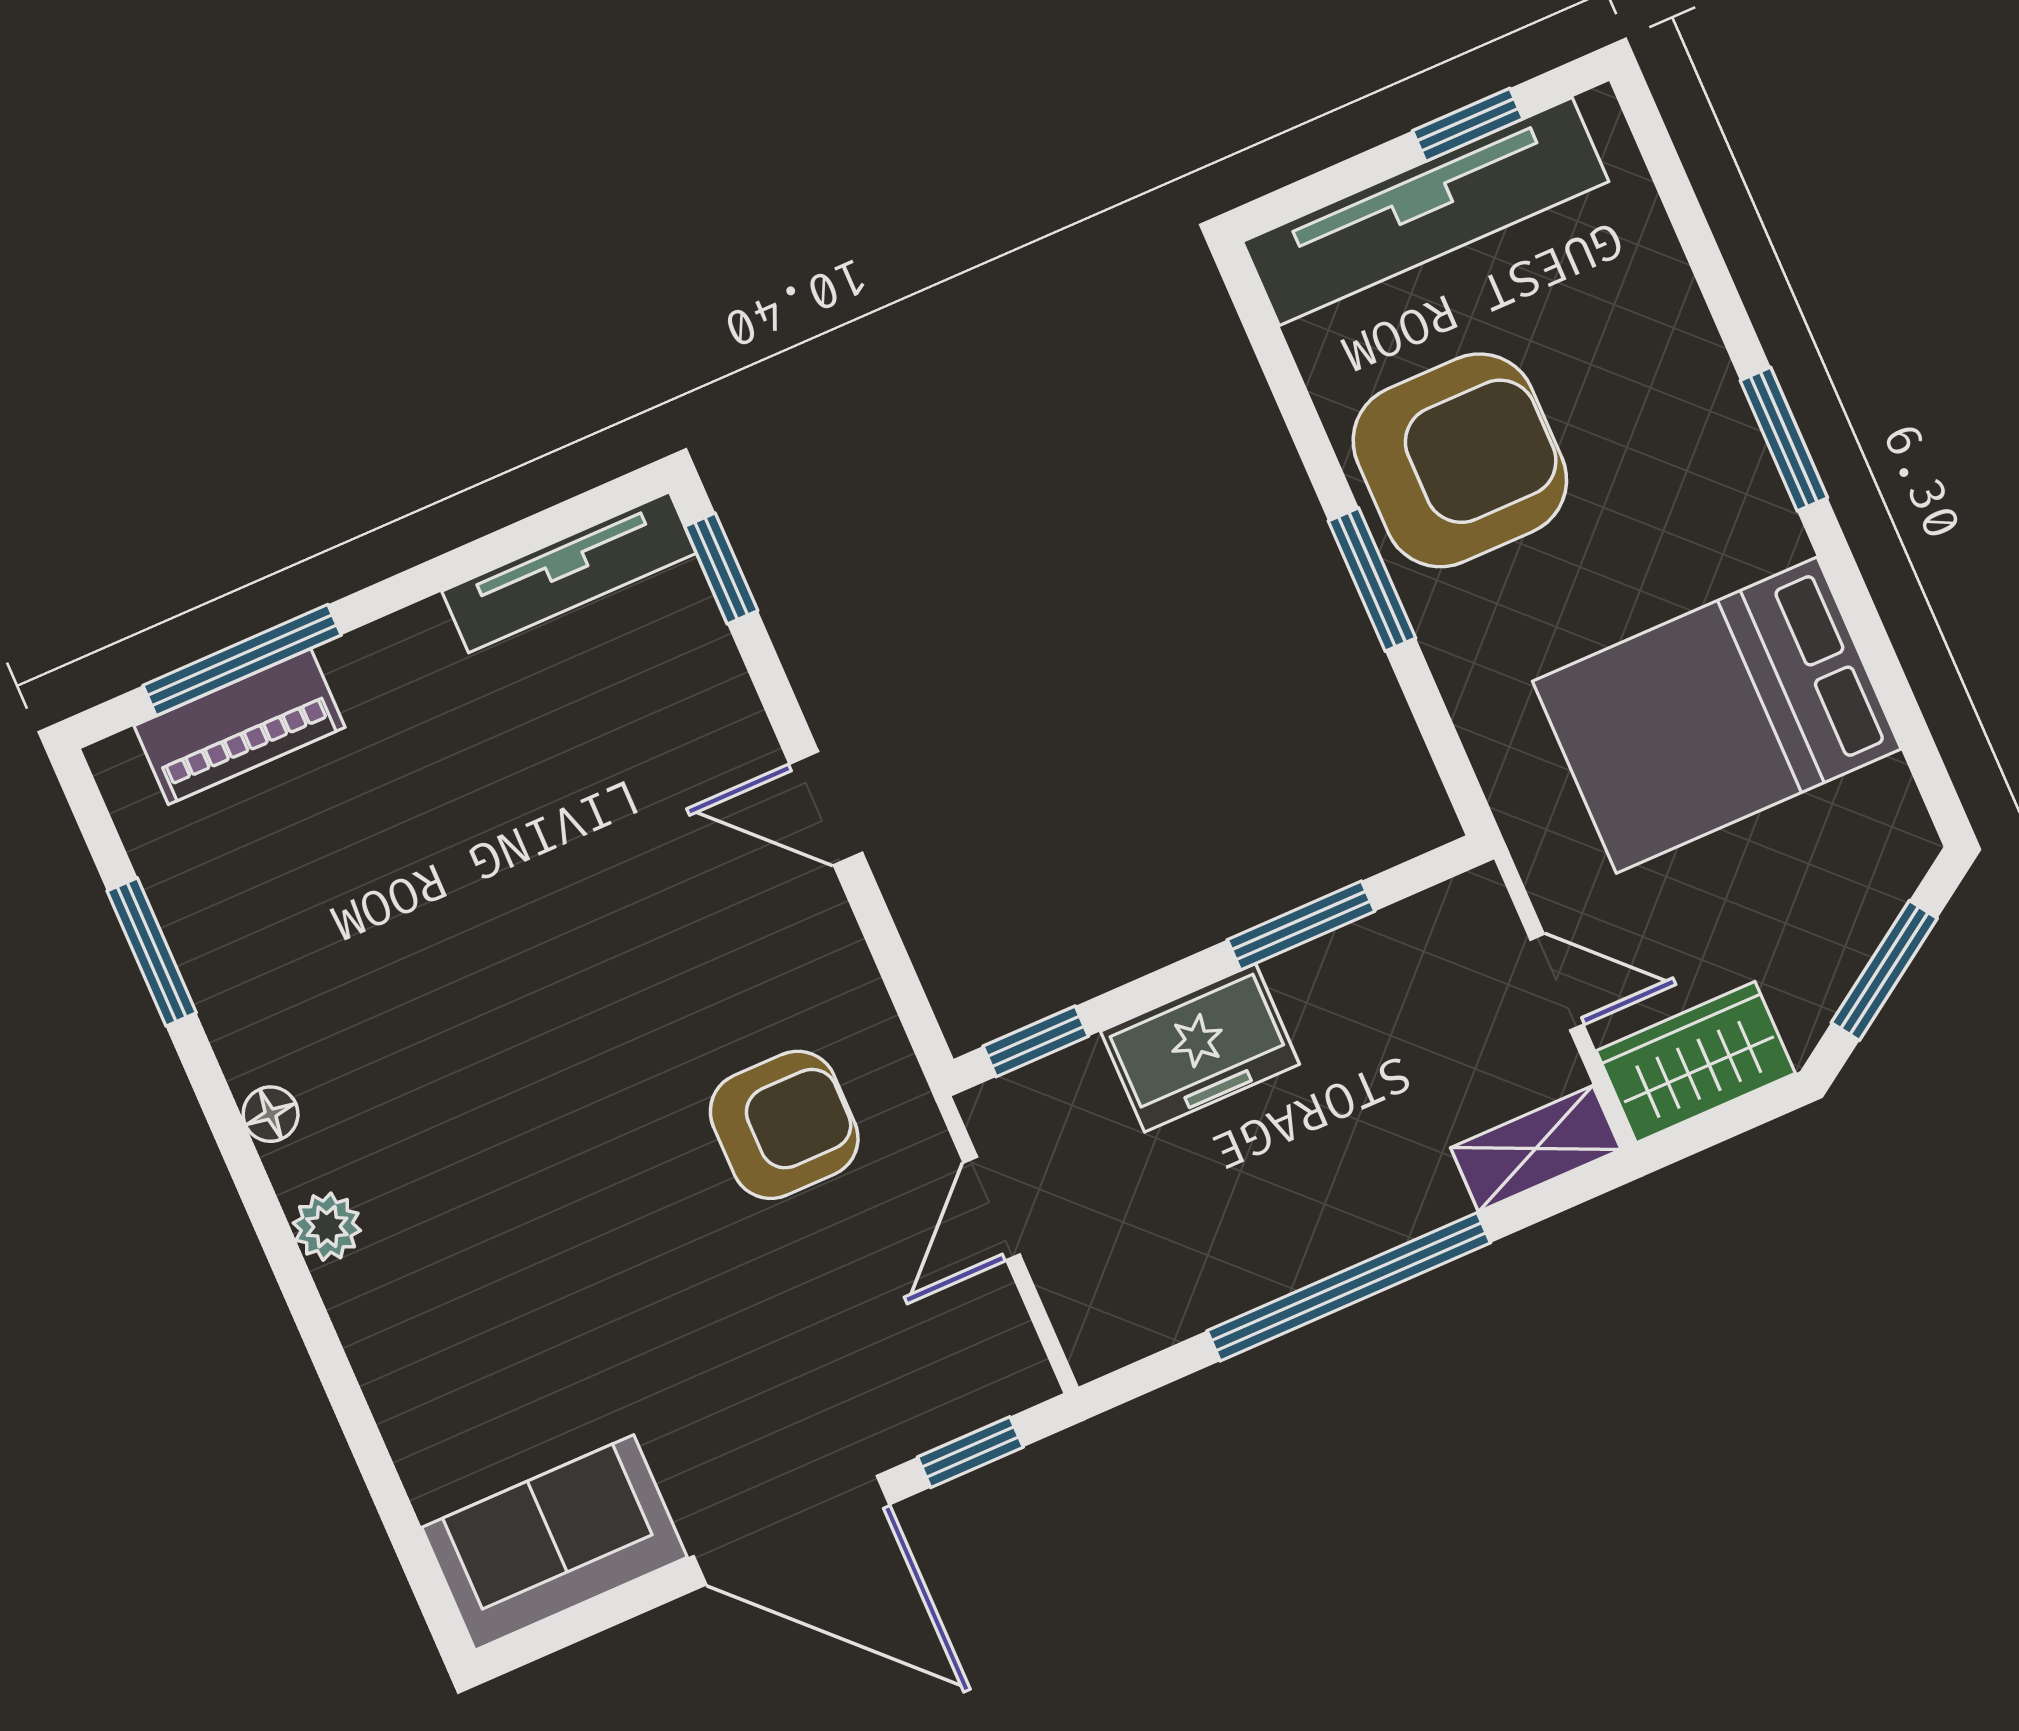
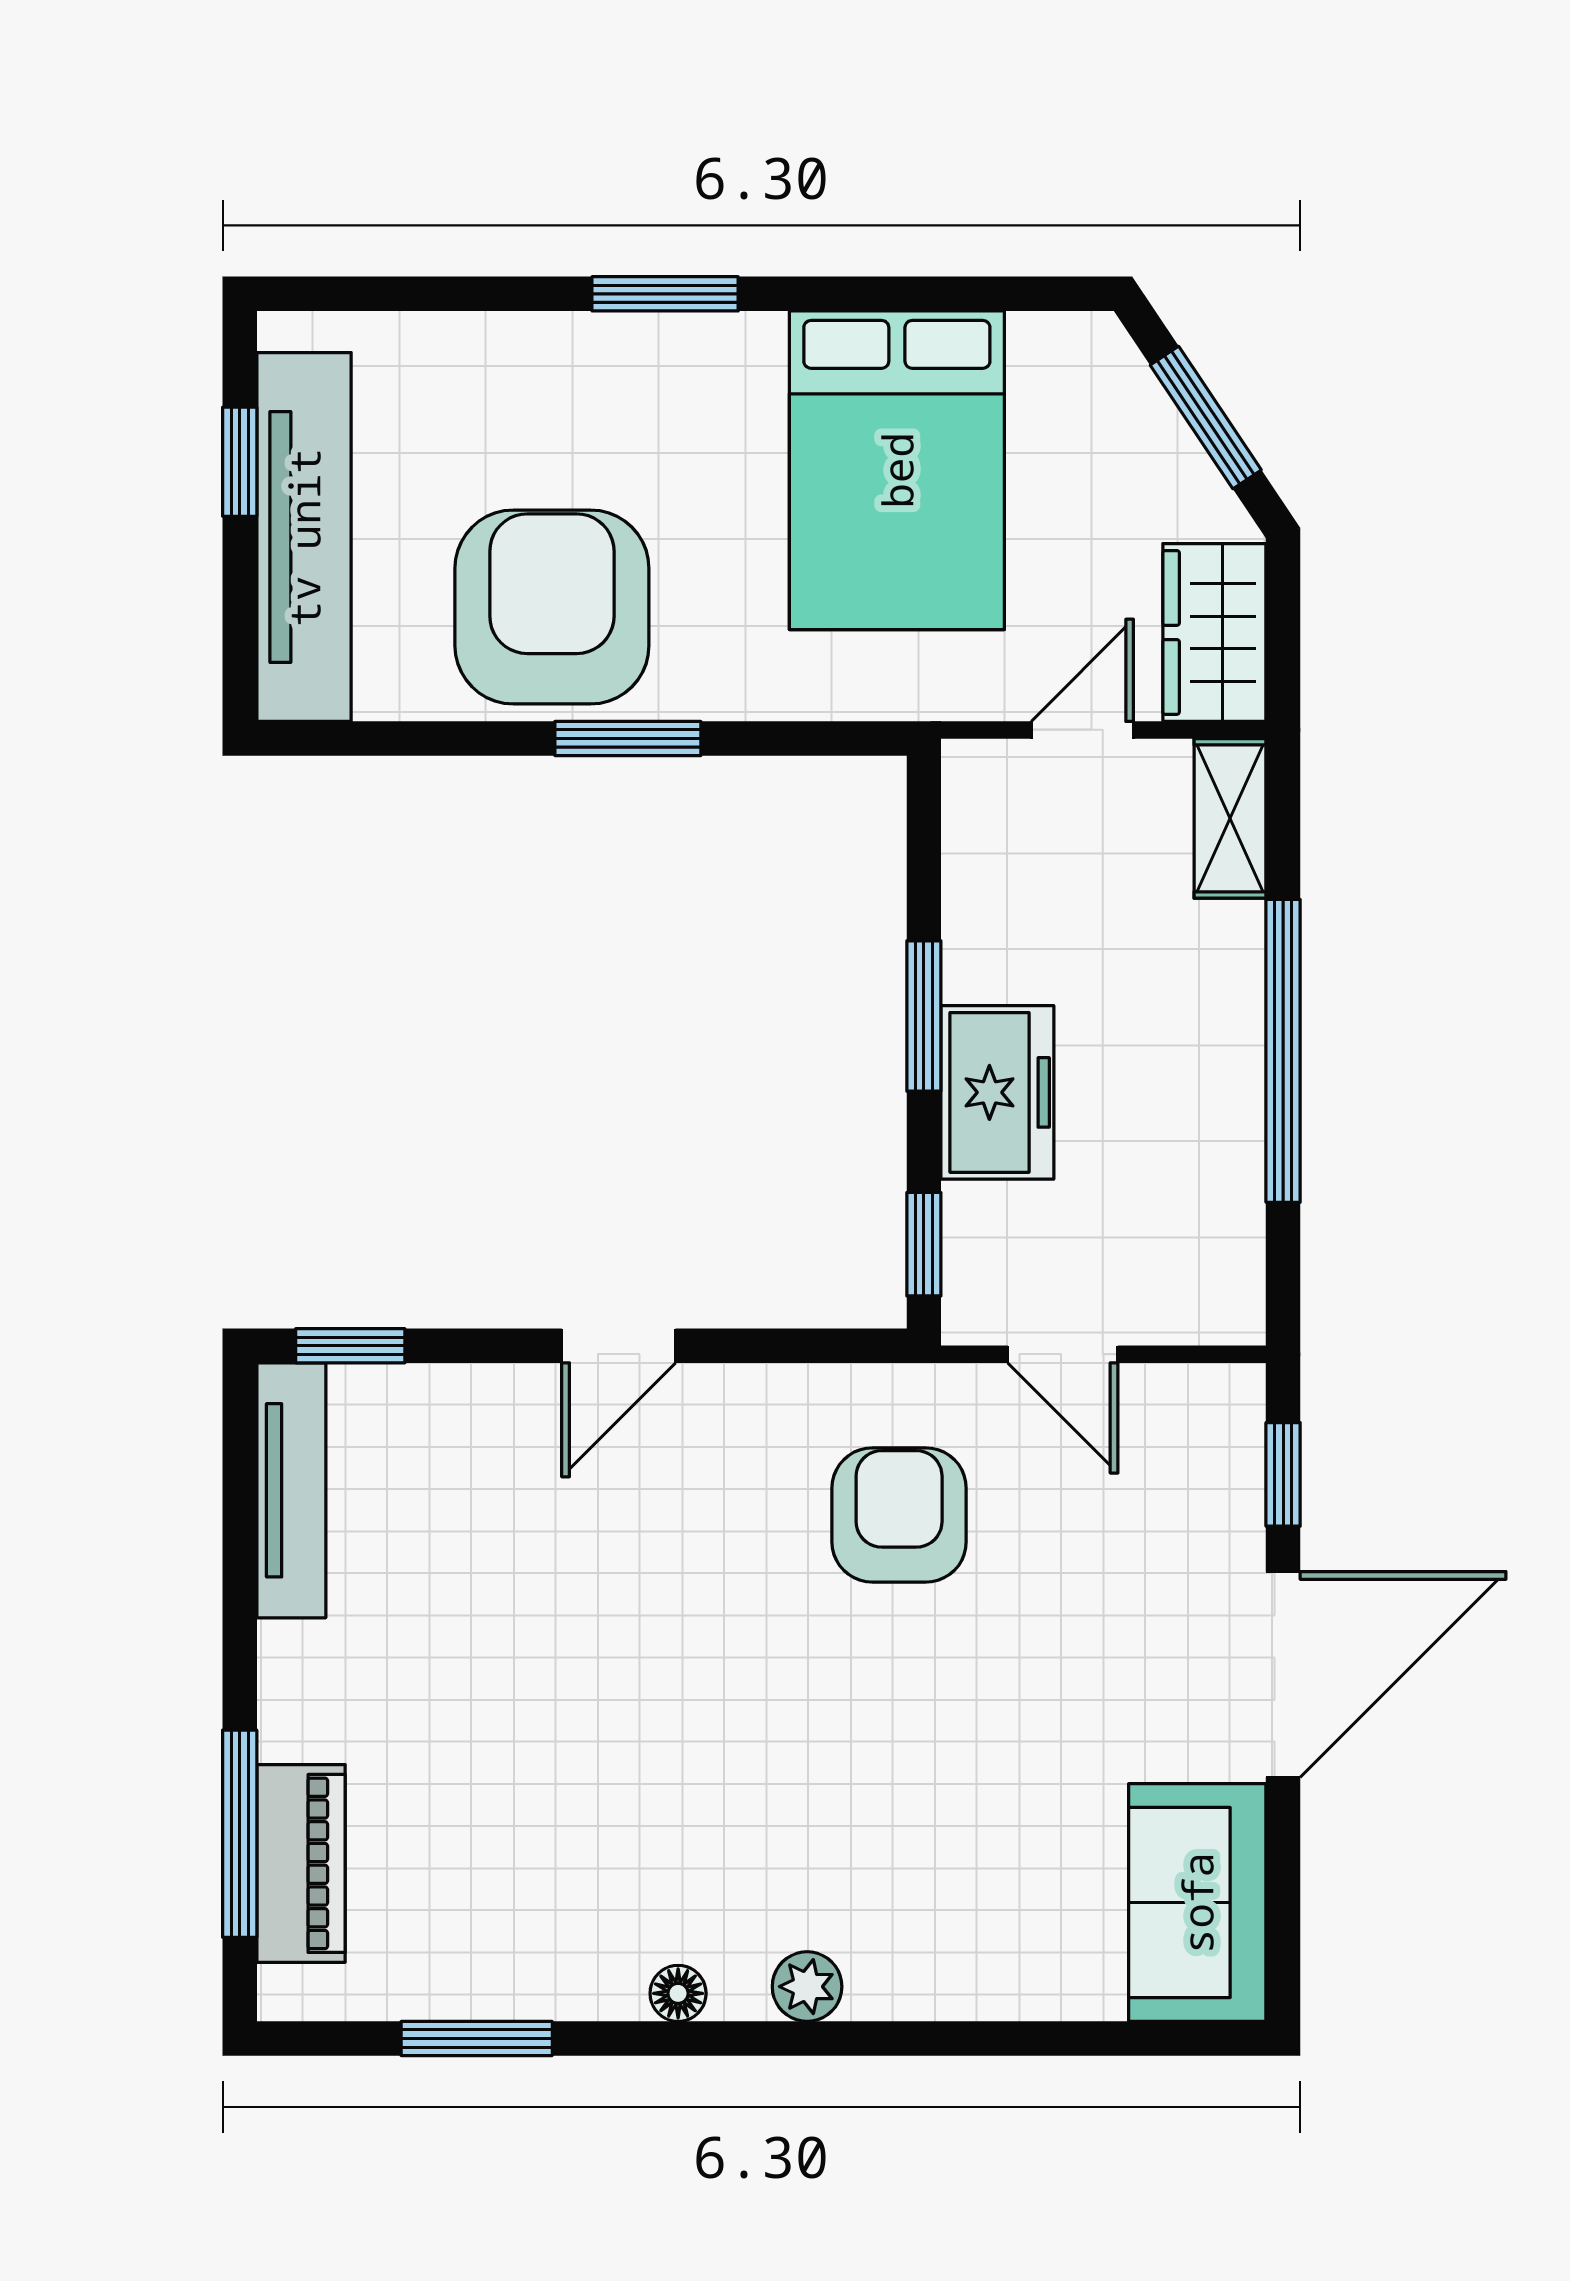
window: (1301, 925) -> (924, 1016), moved

